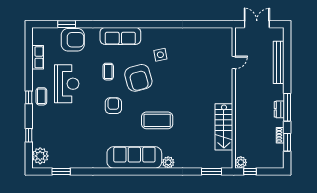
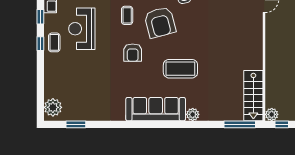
reception desk: (67, 84) -> (82, 29), turned 180
armchair: (113, 106) -> (133, 53), turned 180
stairs: (224, 127) -> (253, 96), moved
window: (29, 135) -> (40, 17), moved
window: (212, 171) -> (240, 124), width x1.44

